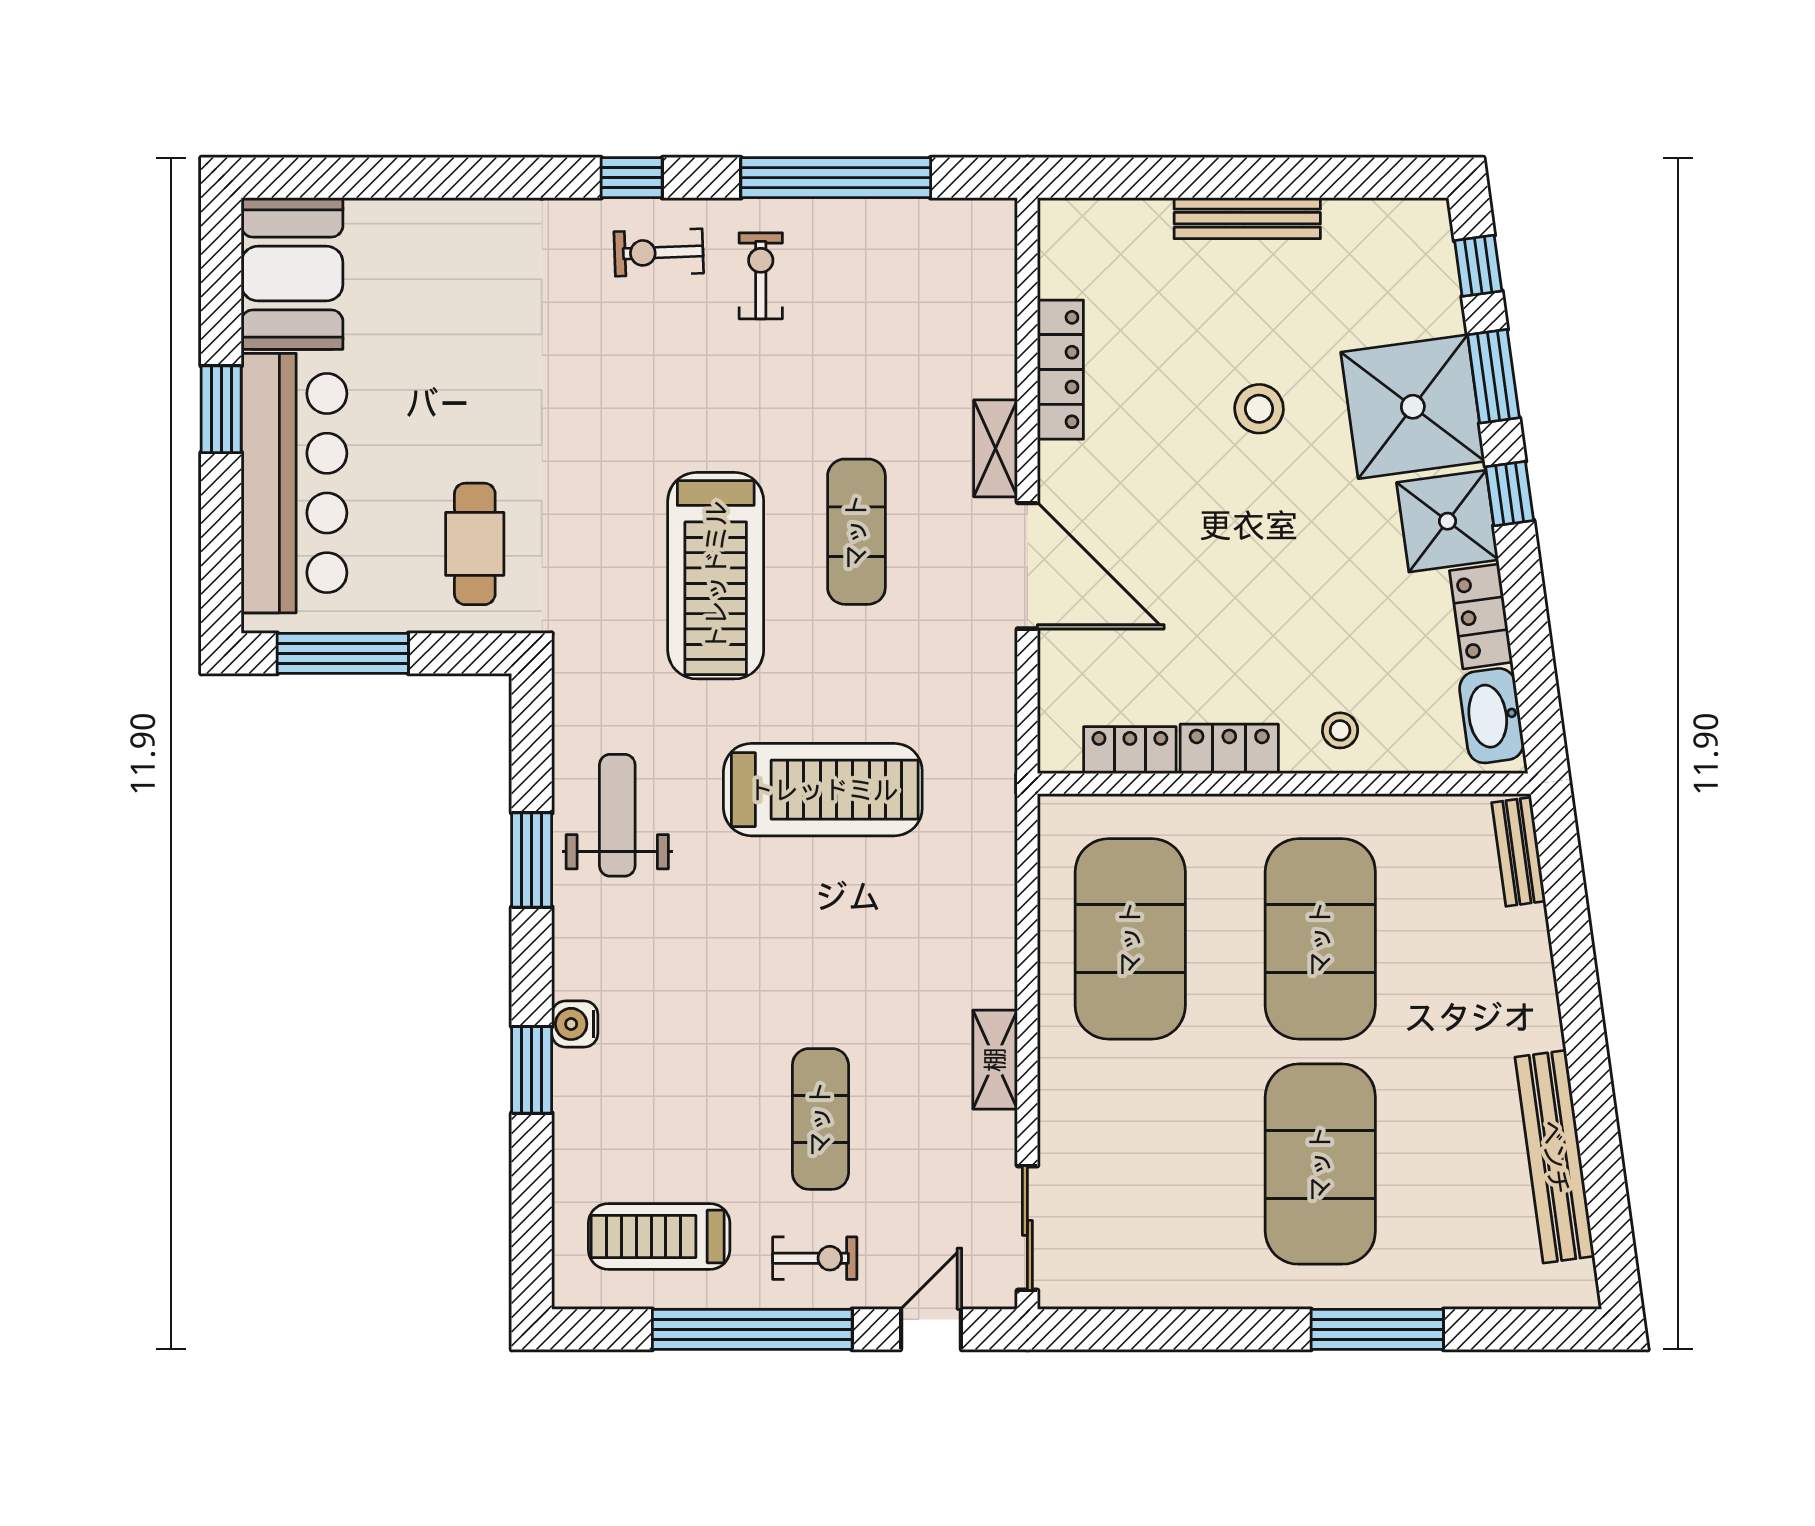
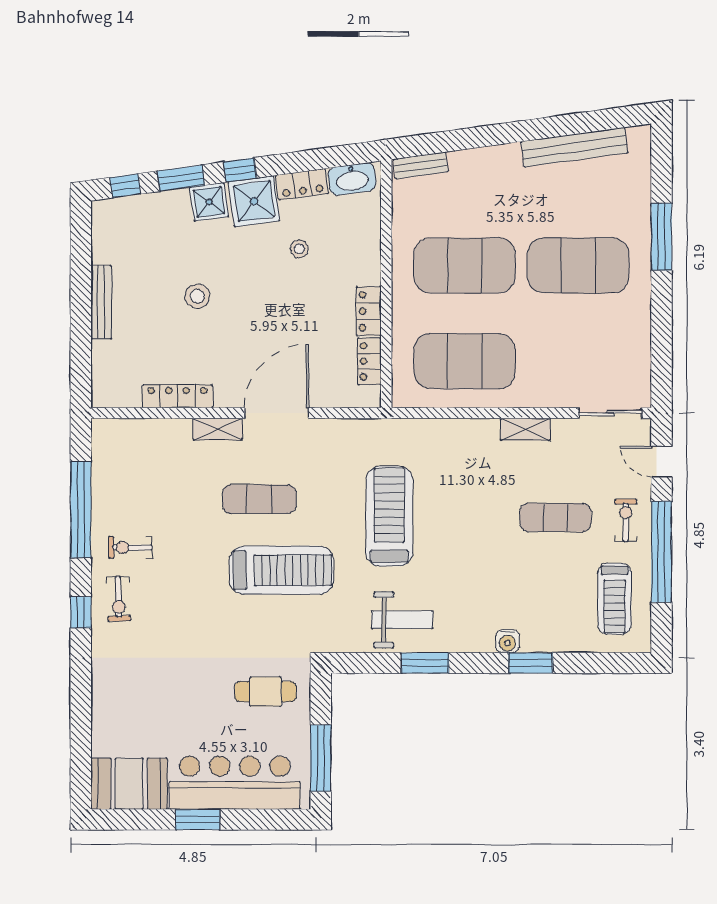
shower: (1413, 407) -> (209, 202), width x0.54, depth x0.54
stool: (1340, 730) -> (299, 249), moved
weight bench: (617, 815) -> (402, 620), turned 180

